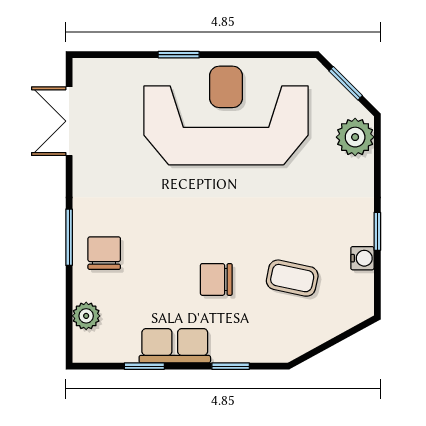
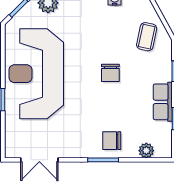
coffee table: (292, 278) -> (147, 37), moved
chair: (216, 279) -> (110, 73), moved

